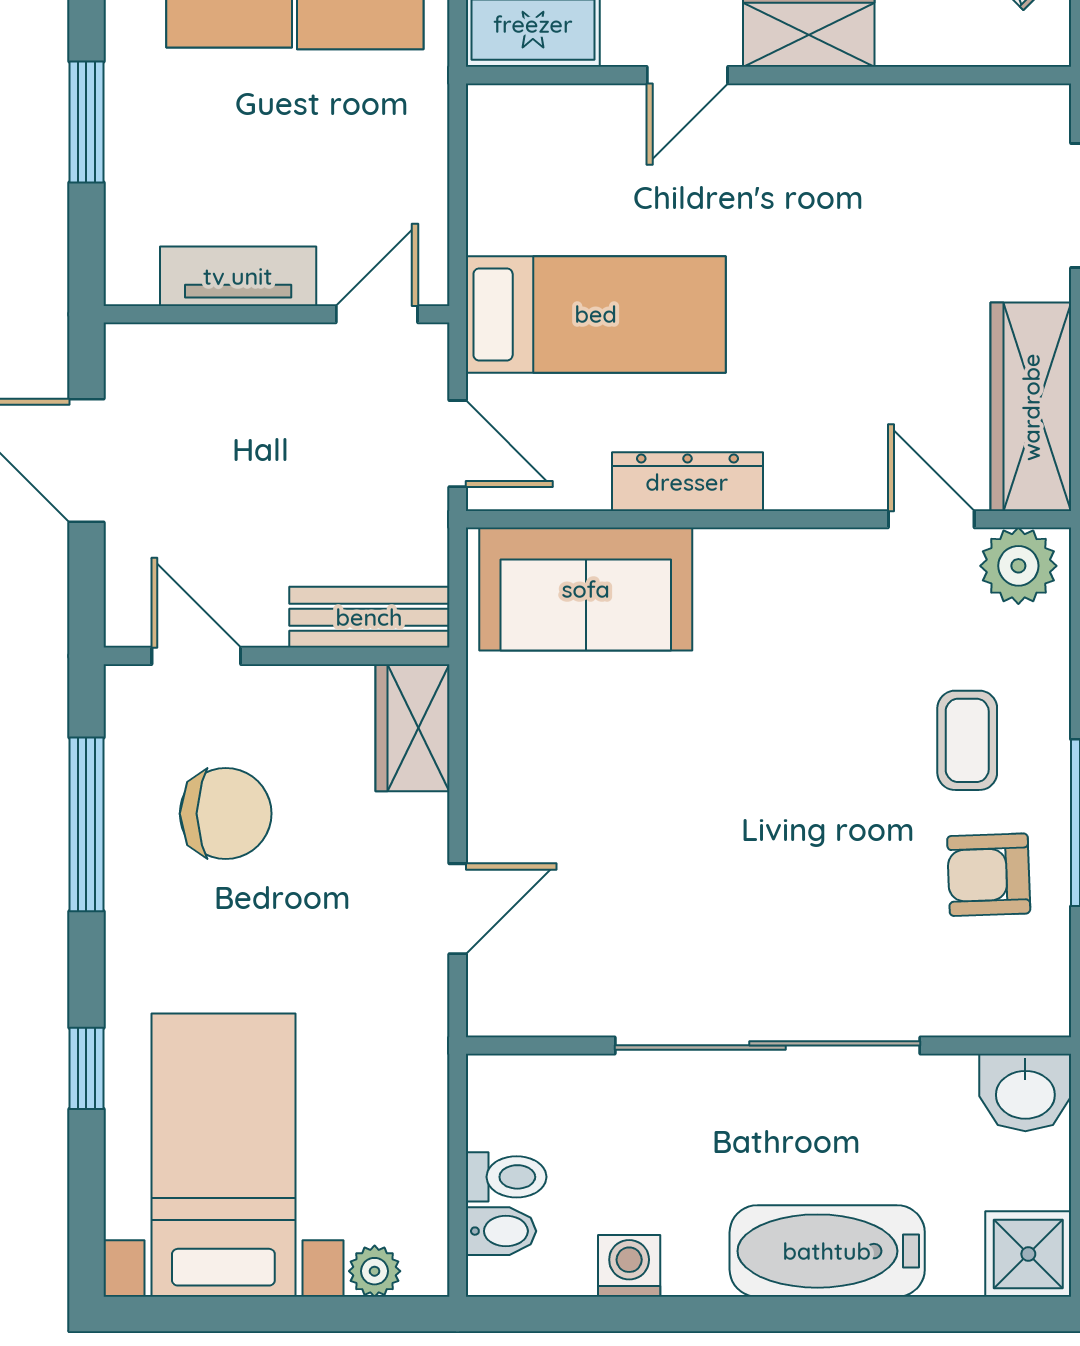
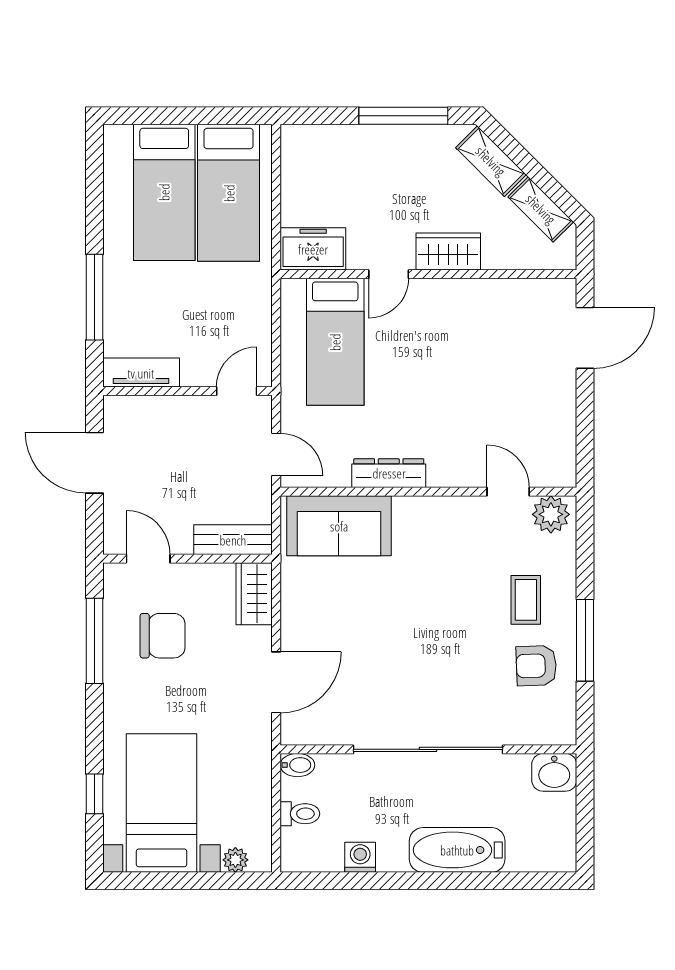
window: (86, 122) -> (94, 297), width x1.44
tv unit: (238, 276) -> (141, 373), moved
bed: (596, 314) -> (335, 342), moved, turned 90
wardrobe: (1031, 407) -> (557, 436), removed
door: (458, 909) -> (276, 682), width x1.38
window: (86, 1068) -> (94, 794), moved
bidet: (501, 1231) -> (297, 765), moved
shower: (1028, 1254) -> (556, 851), removed

